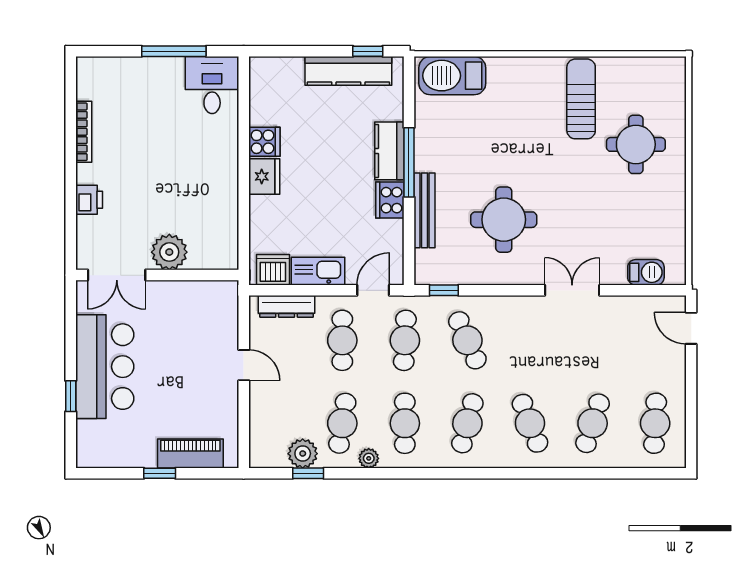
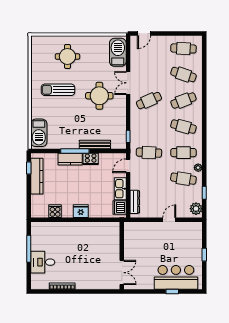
desk: (212, 85) -> (43, 262), moved
sun lounger: (581, 99) -> (58, 90), moved
cooker: (264, 142) -> (55, 211), moved
printer: (89, 200) -> (90, 284), removed
round table: (504, 220) -> (99, 96), moved
plant: (169, 252) -> (112, 251), removed
barbecue: (646, 272) -> (118, 52), width x1.88, depth x1.53
door: (373, 290) -> (128, 166), hinge flipped
cafe table: (342, 340) -> (149, 179), removed
cafe table: (467, 340) -> (149, 101), moved
door: (244, 365) -> (169, 220), moved
bar counter: (105, 367) -> (176, 277), moved
piano: (190, 454) -> (196, 242), removed
plant: (303, 454) -> (196, 209), moved

